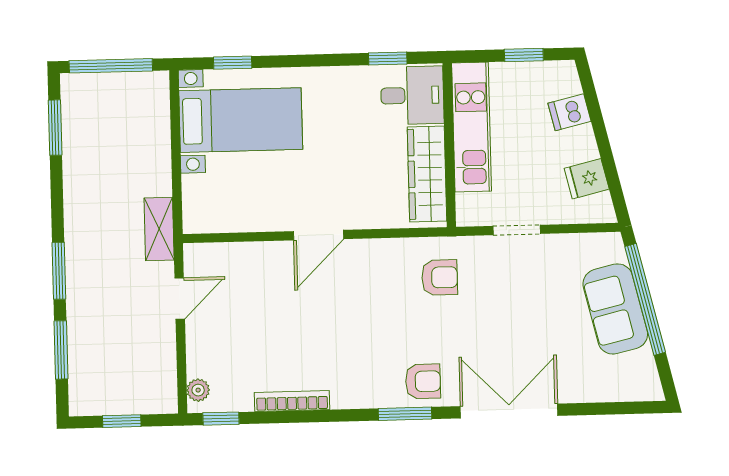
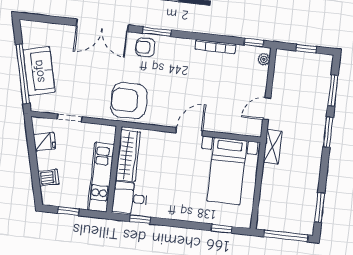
bed with nightstands: (241, 120) -> (227, 171), moved, turned -90
doorway: (517, 230) -> (70, 118), moved
armchair: (440, 277) -> (129, 101), width x1.88, depth x1.88

